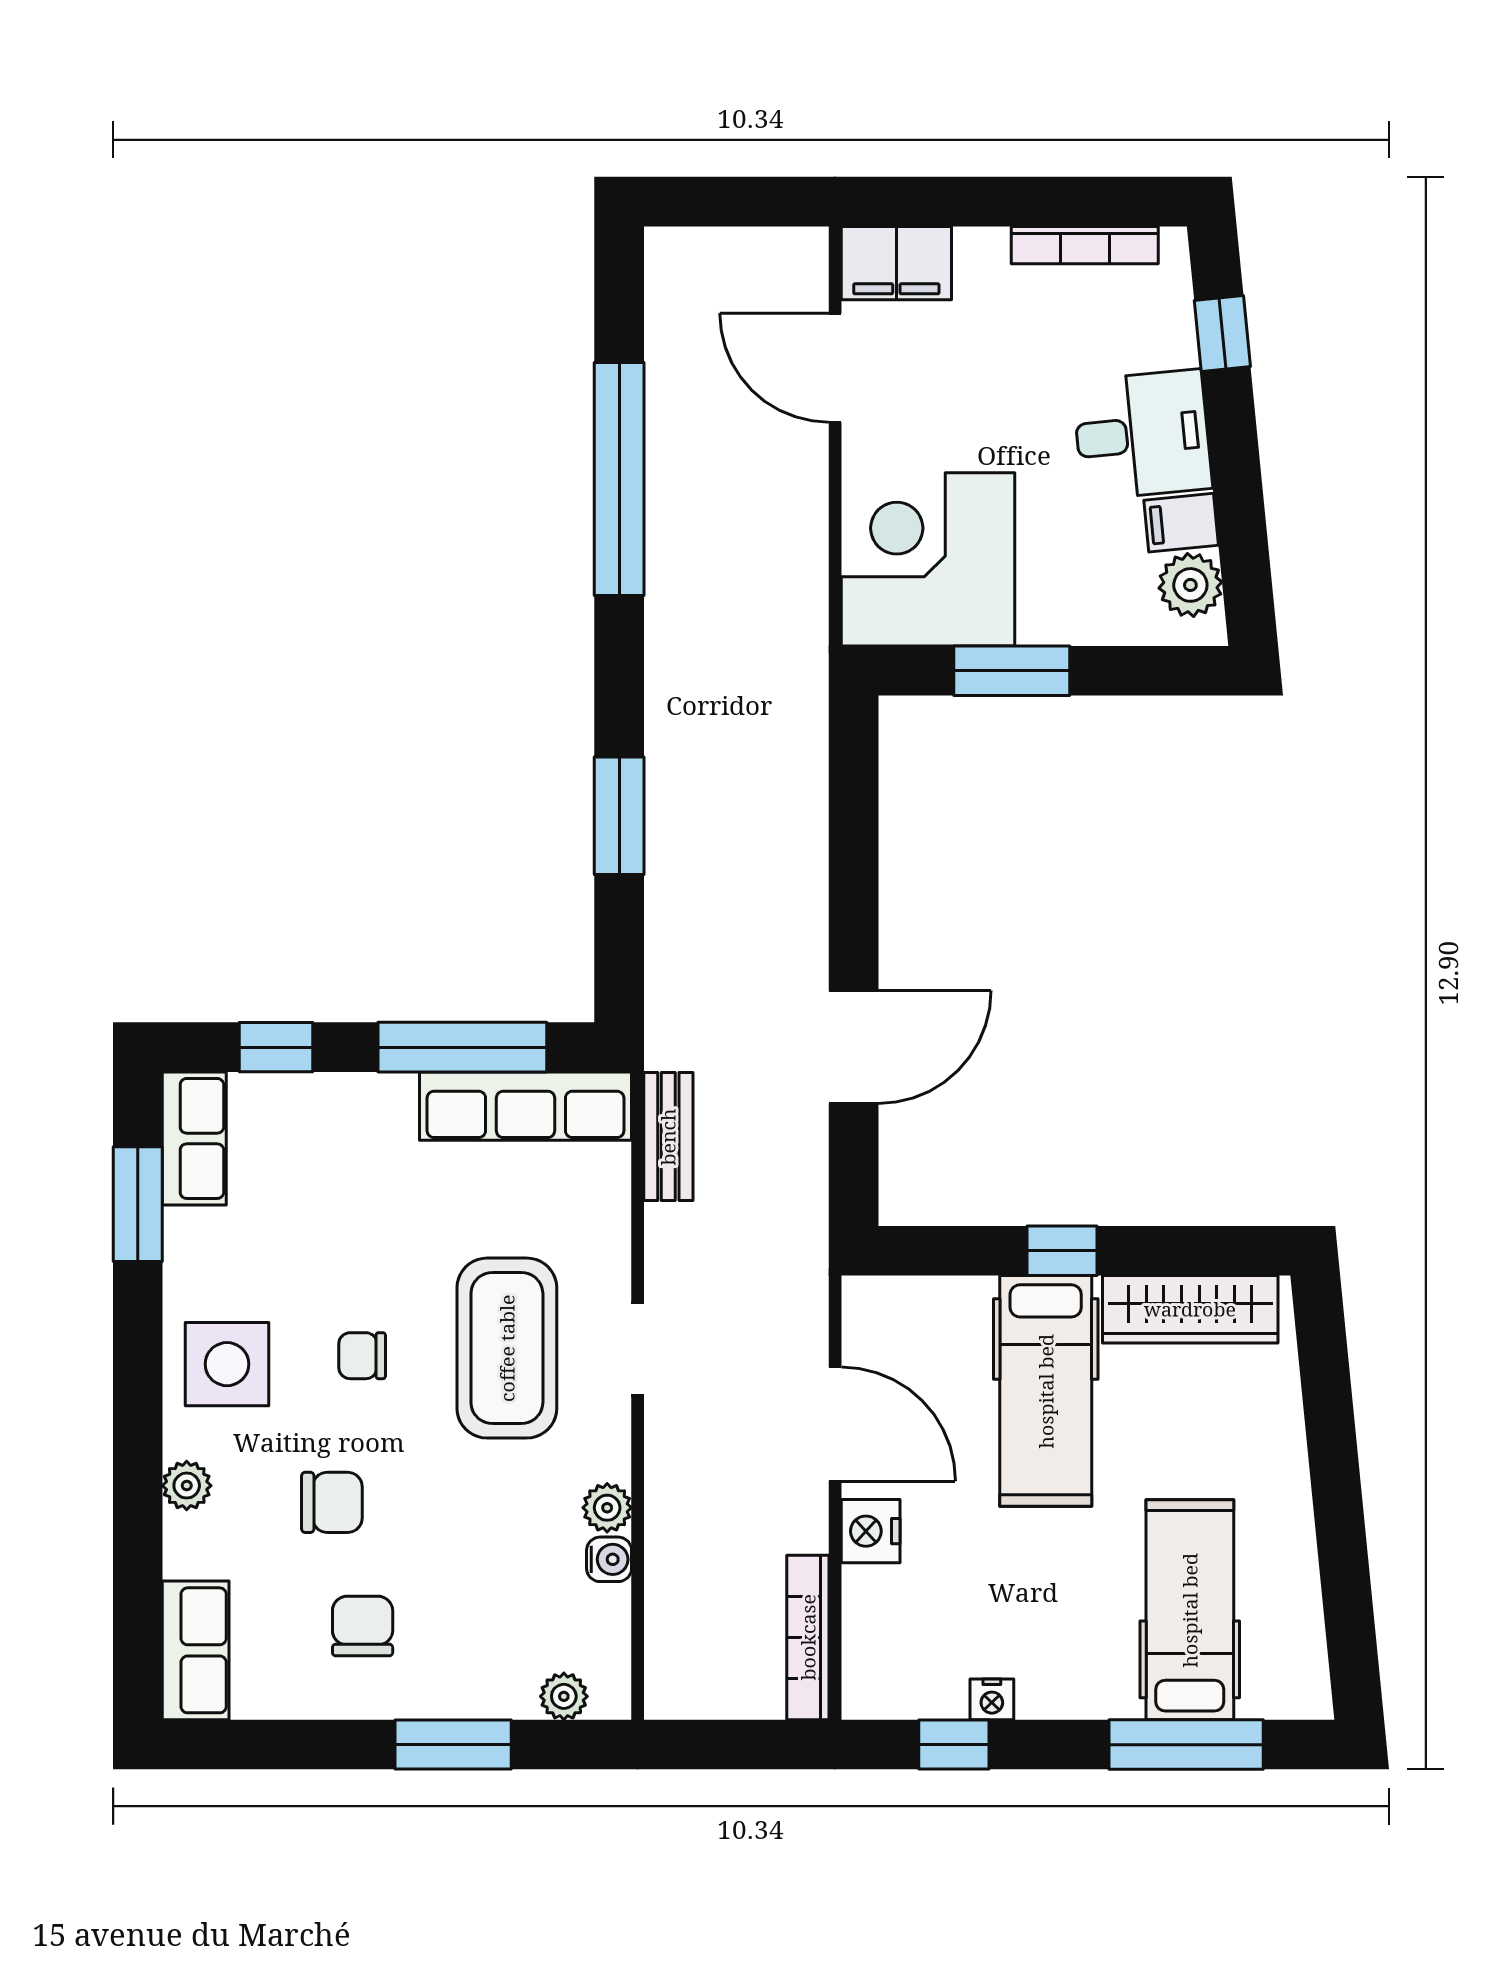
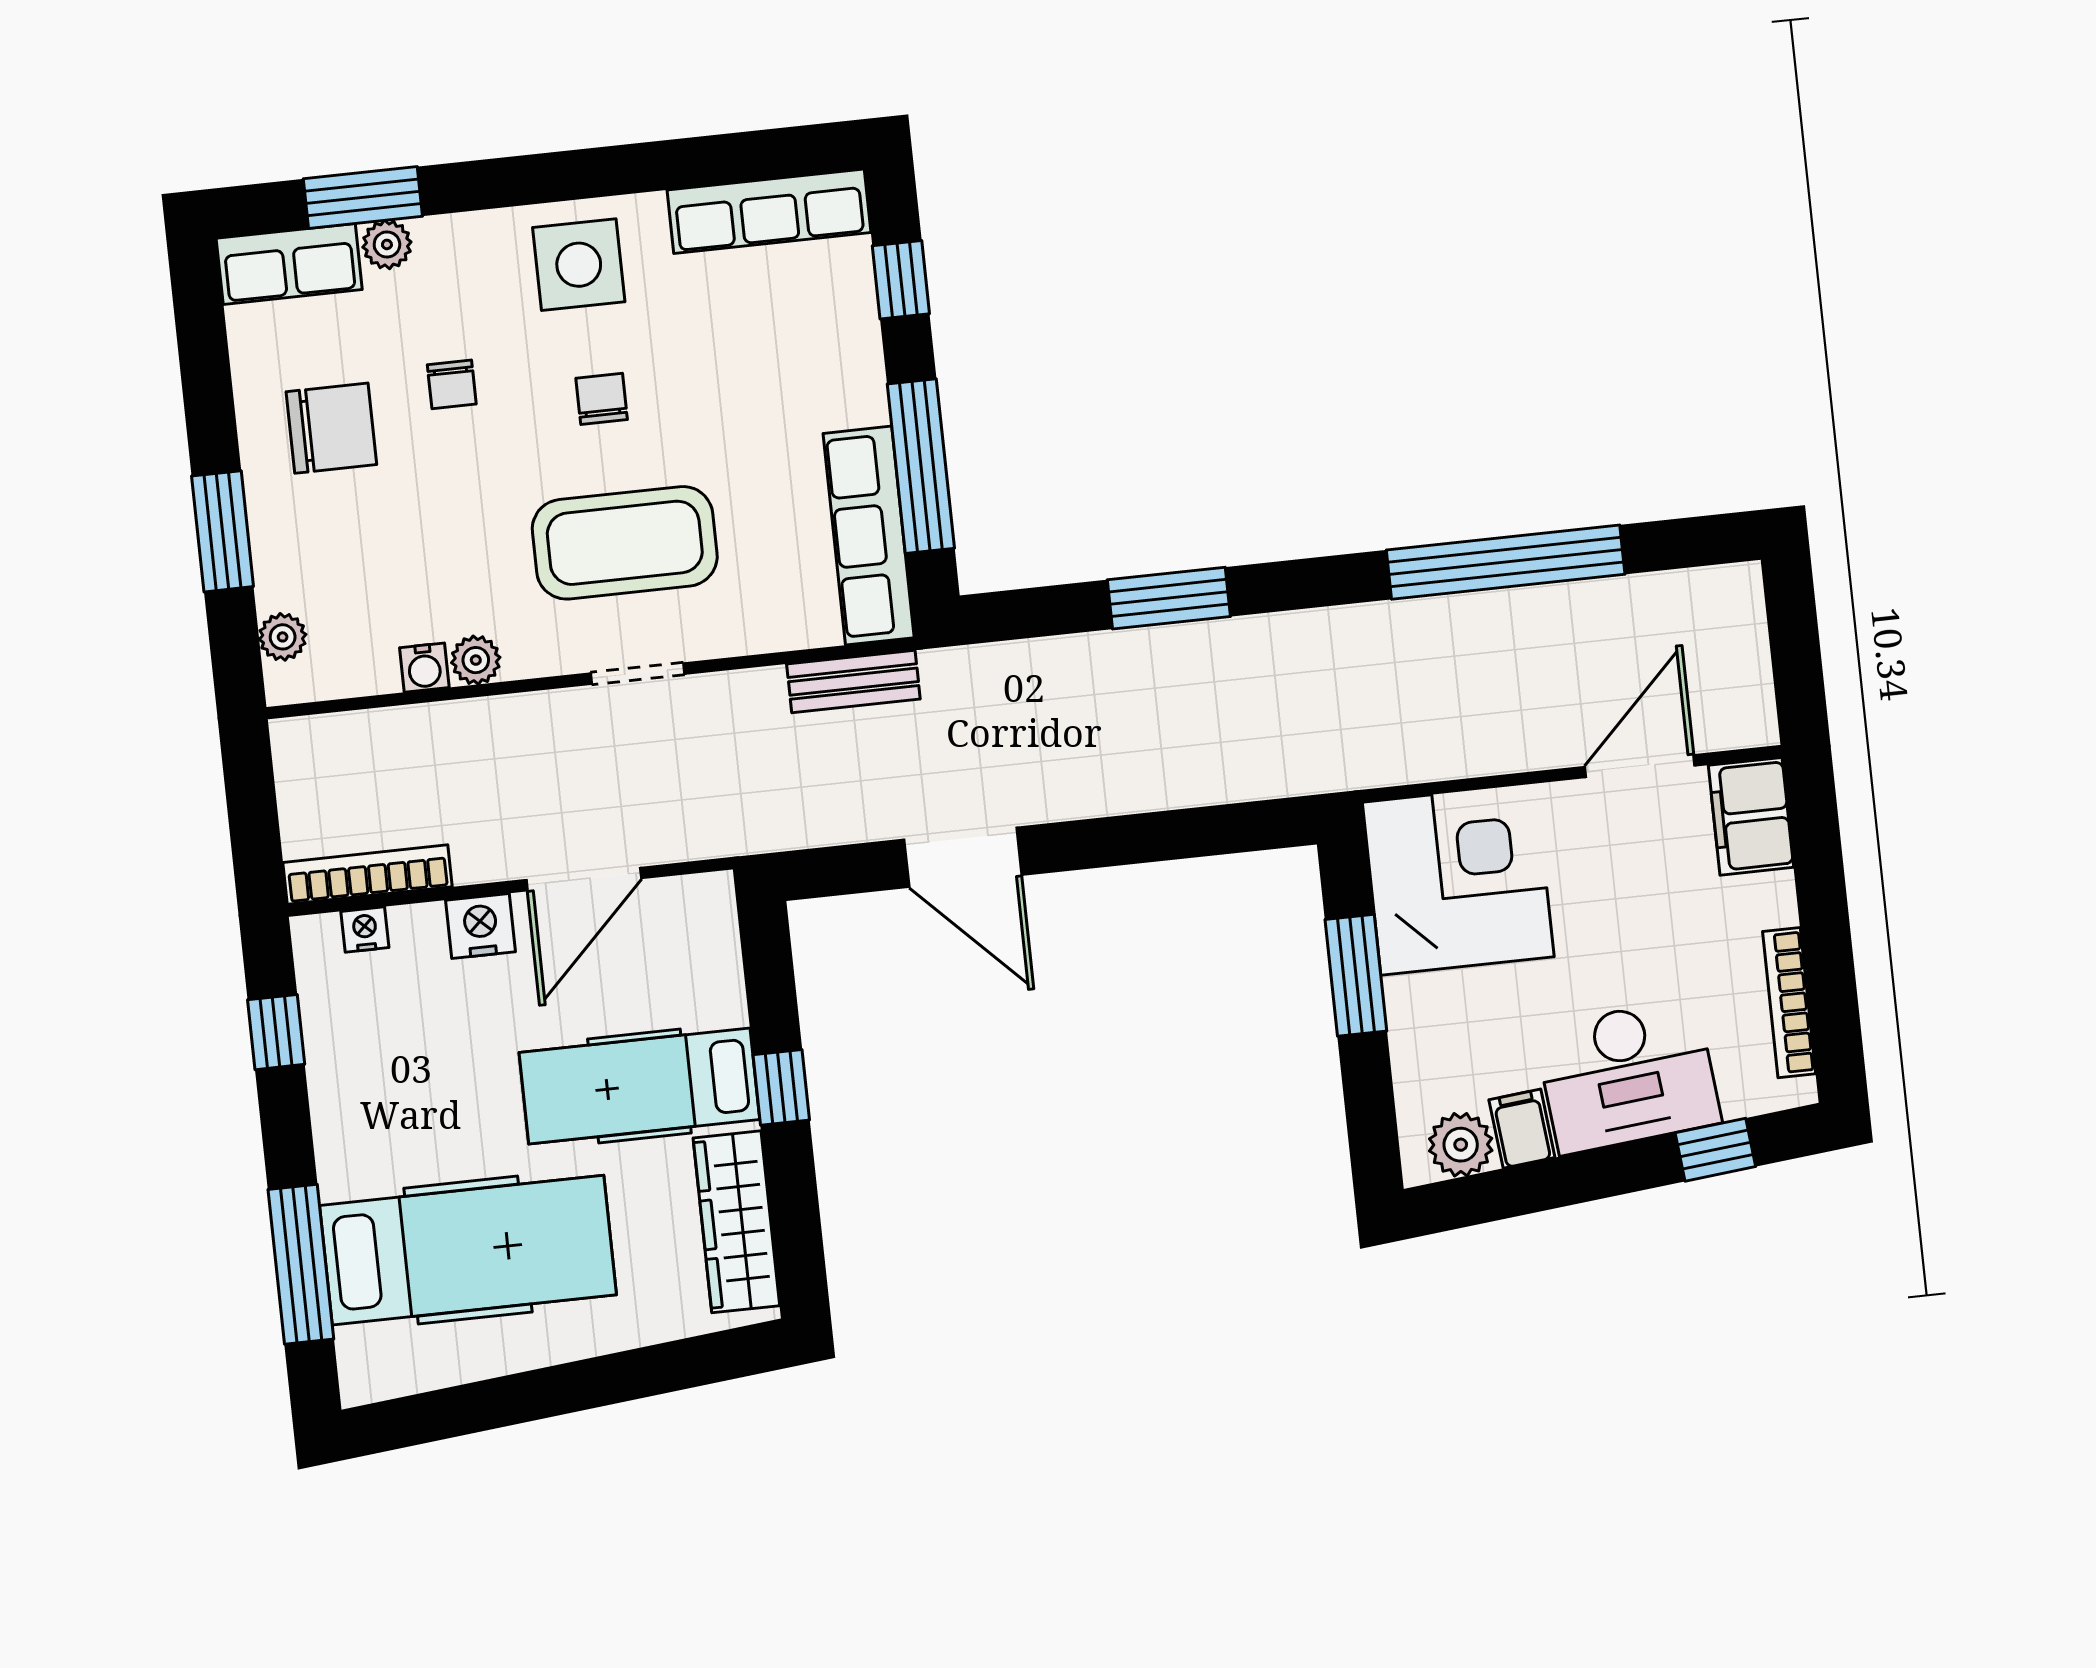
desk: (1142, 435) -> (1628, 1076), width x1.37
row of seats: (194, 1138) -> (769, 211), width x1.48
window: (138, 1204) -> (363, 198), moved
plant: (187, 1486) -> (387, 244), moved
chair: (332, 1502) -> (452, 384), width x0.73, depth x0.73
hospital bed: (1190, 1610) -> (468, 1250), width x1.37, depth x1.29
chair: (363, 1626) -> (331, 428), width x1.37, depth x1.37
nightstand: (992, 1699) -> (365, 929), moved, turned 90

